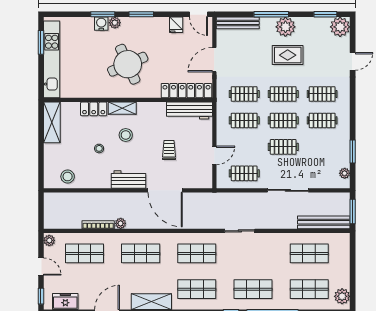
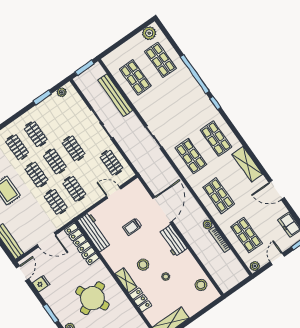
bench: (324, 222) -> (115, 95), moved
shop shelf: (253, 289) -> (188, 99), removed

